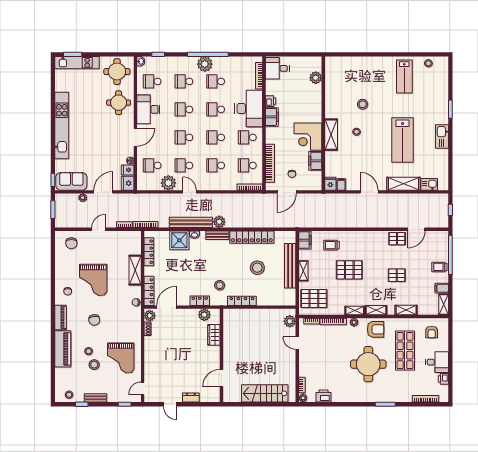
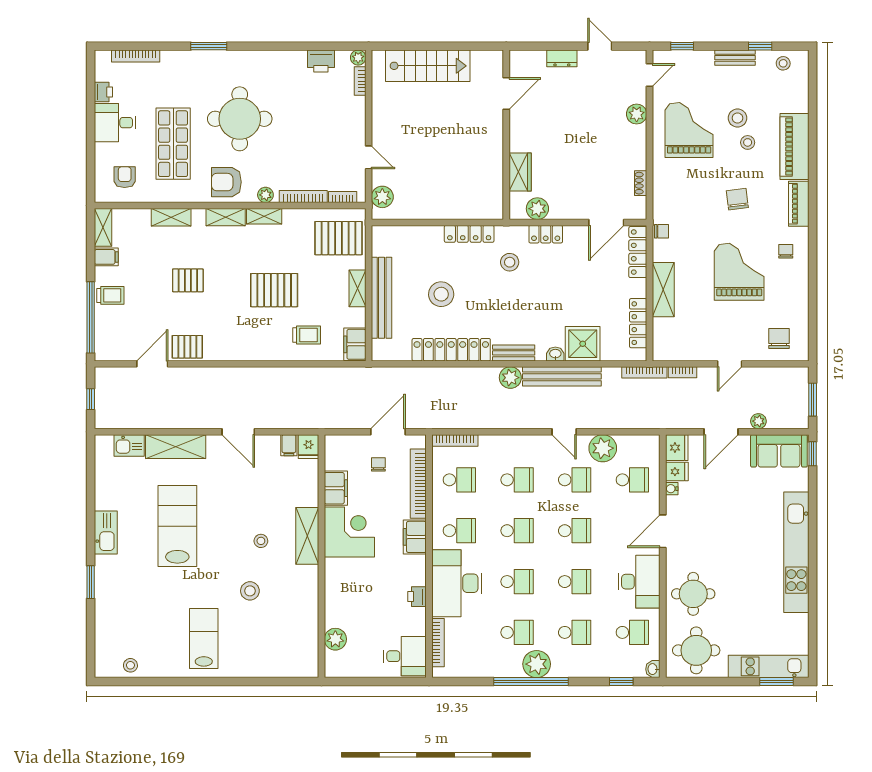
lab bench: (404, 77) -> (204, 639), moved
filing cabinet: (272, 117) -> (415, 537), moved
plant: (150, 316) -> (637, 114), moved

